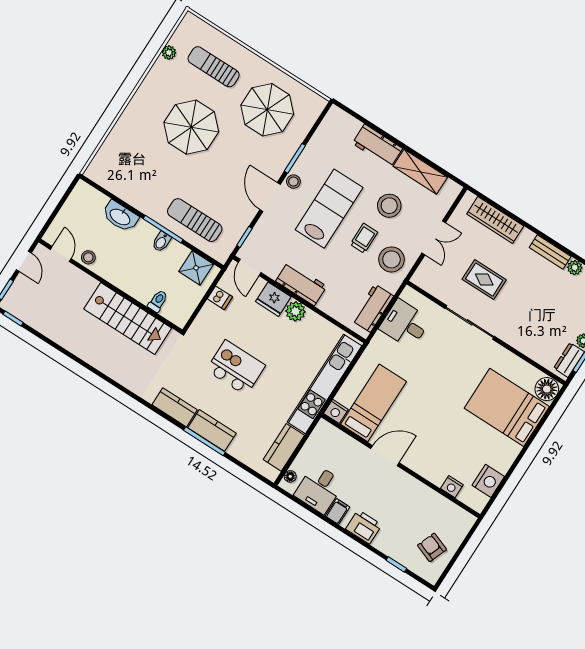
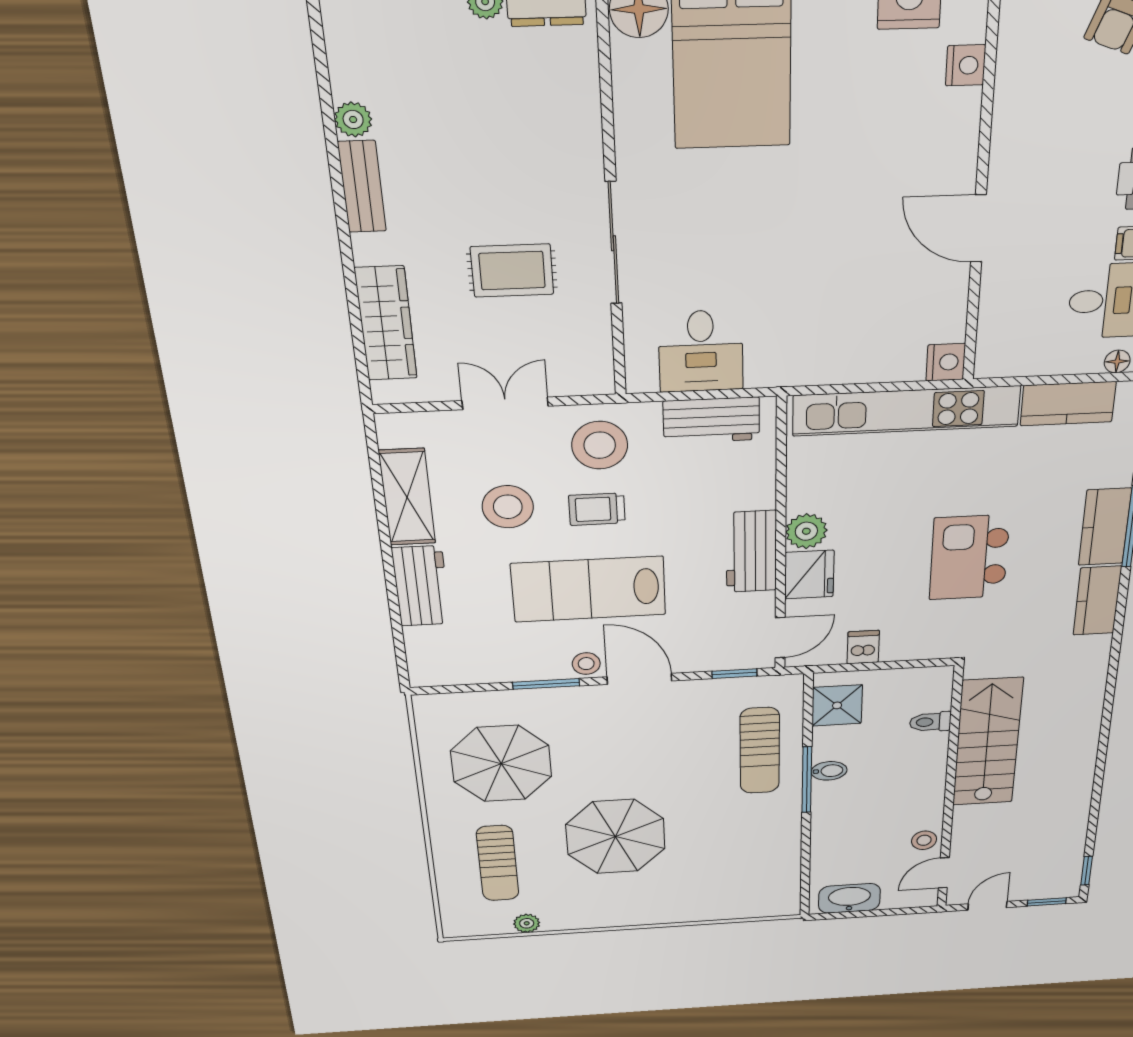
door: (270, 197) -> (639, 679), swing flipped
washbasin: (120, 216) -> (849, 898), moved, turned -90
rug: (484, 280) -> (512, 271), turned 90
bed: (374, 403) -> (888, 311), removed

